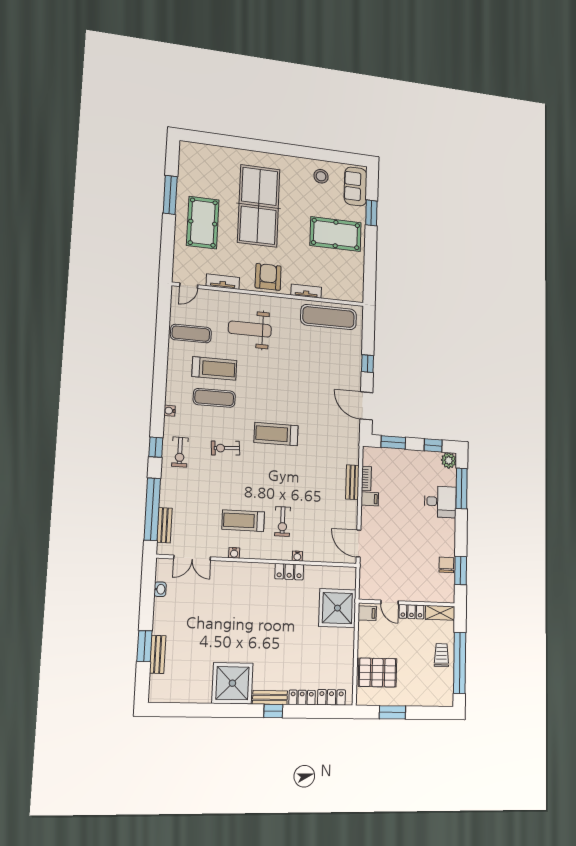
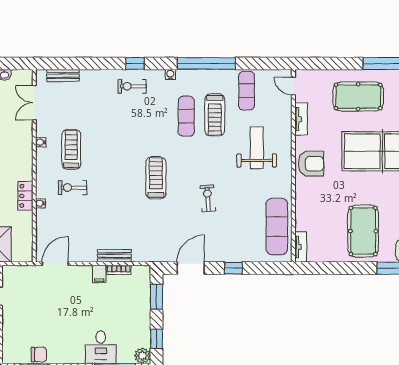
tv unit: (306, 291) -> (301, 247), moved
exercise bike: (226, 448) -> (208, 198), moved
window: (152, 509) -> (206, 63), moved

